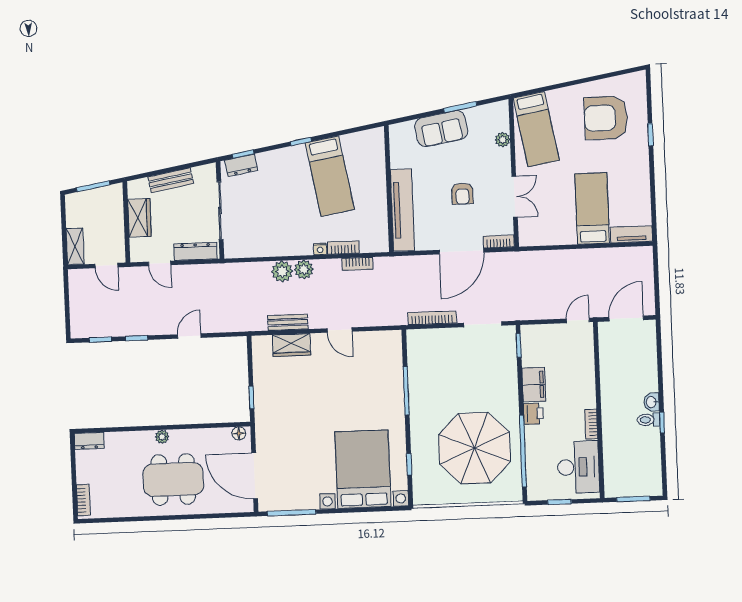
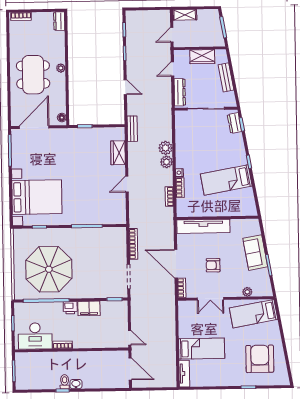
bench: (288, 322) -> (132, 129), moved

